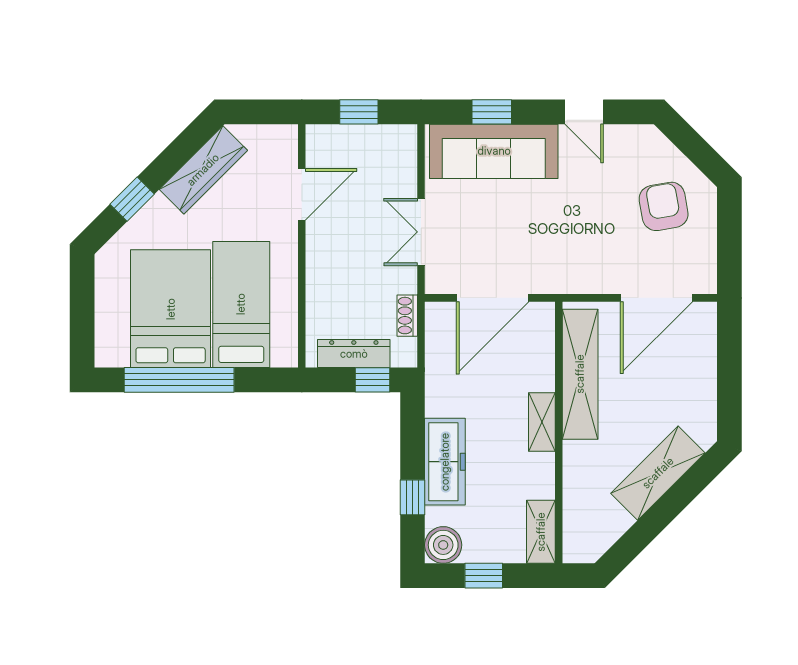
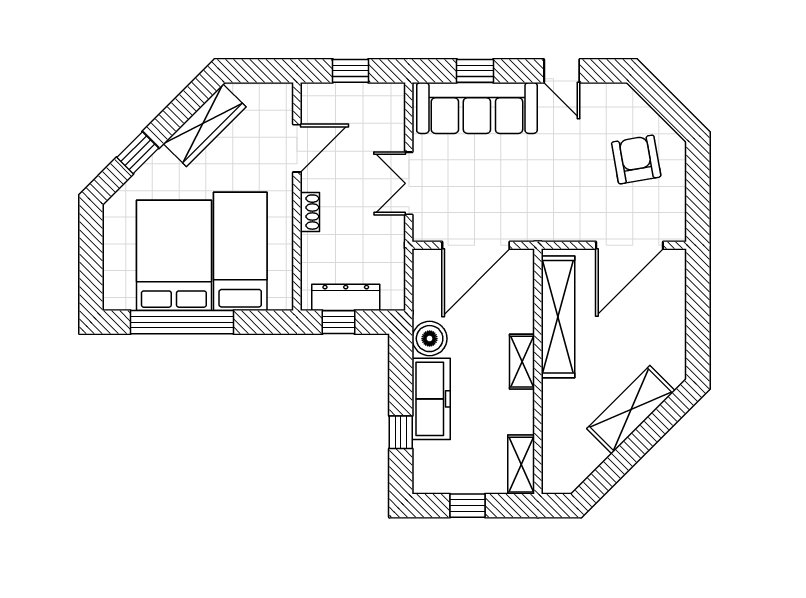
shoe rack: (407, 316) -> (310, 212), moved, turned 180
window: (373, 380) -> (338, 322), moved
boiler: (443, 545) -> (430, 339), moved

